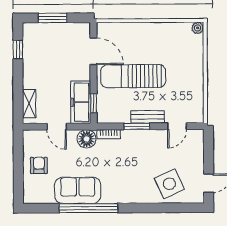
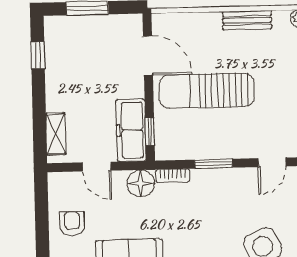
bench: (148, 117) -> (247, 20), moved

